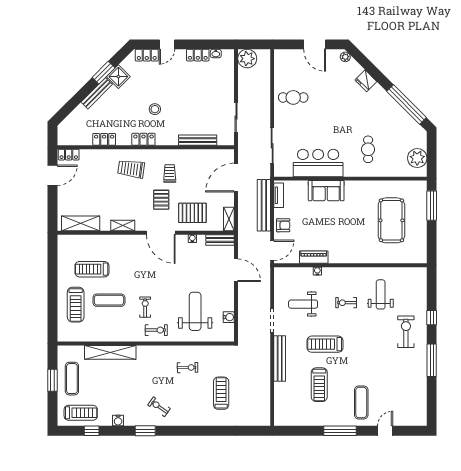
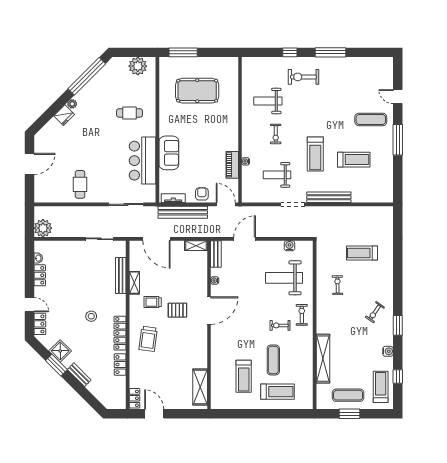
plant: (345, 57) -> (72, 104), moved
bench: (97, 93) -> (79, 375), width x0.73
locker: (143, 139) -> (120, 333), width x1.53
pallet: (192, 213) -> (190, 280), removed
shelving: (123, 226) -> (134, 283), moved
weight bench: (303, 304) -> (277, 175), turned 90

